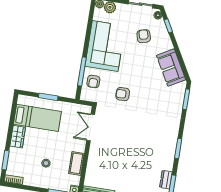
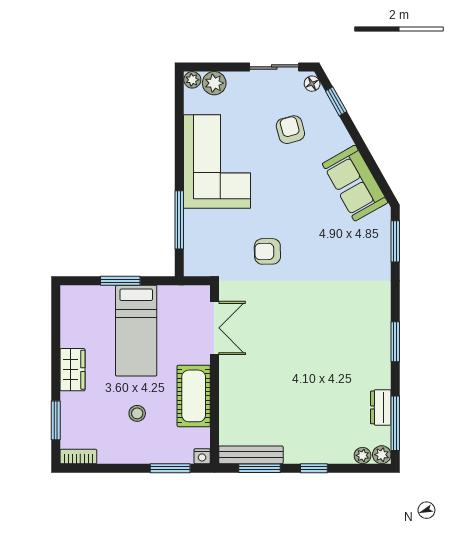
armchair: (93, 82) -> (205, 236), removed
bed: (37, 118) -> (136, 331), moved, turned 90
double door: (91, 127) -> (214, 328), swing flipped
cot: (76, 163) -> (194, 396), width x1.37, depth x1.34

